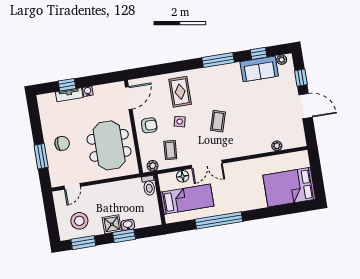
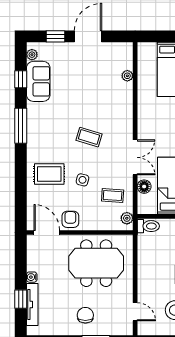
tv unit: (69, 95) -> (32, 305), width x1.41
armchair: (149, 125) -> (70, 219), moved

